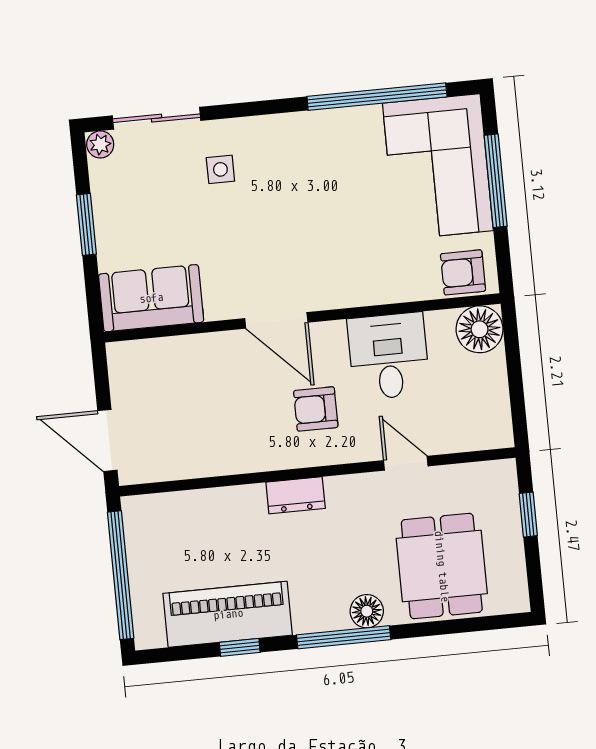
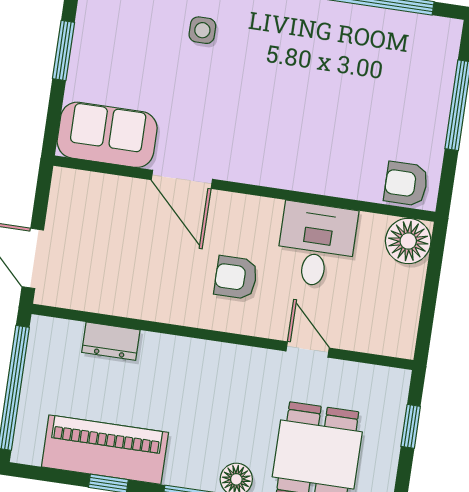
corner sofa: (438, 167) -> (407, 79), removed
door: (276, 320) -> (182, 179), moved
dresser: (296, 495) -> (111, 341), moved

